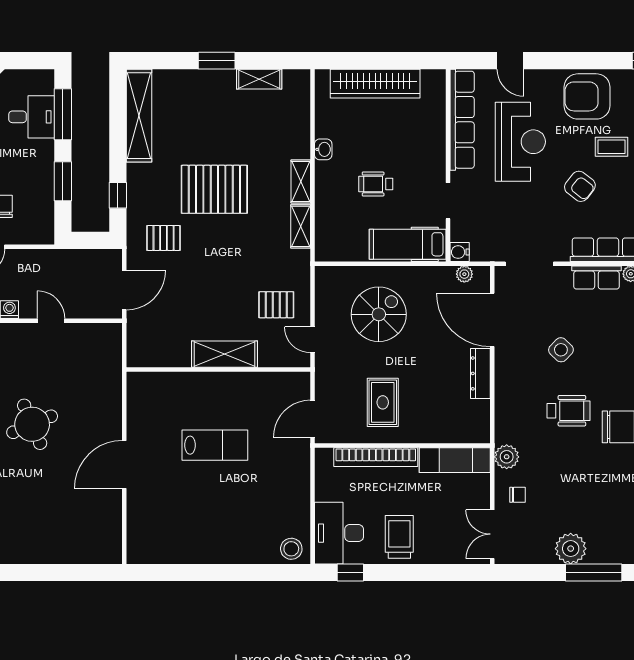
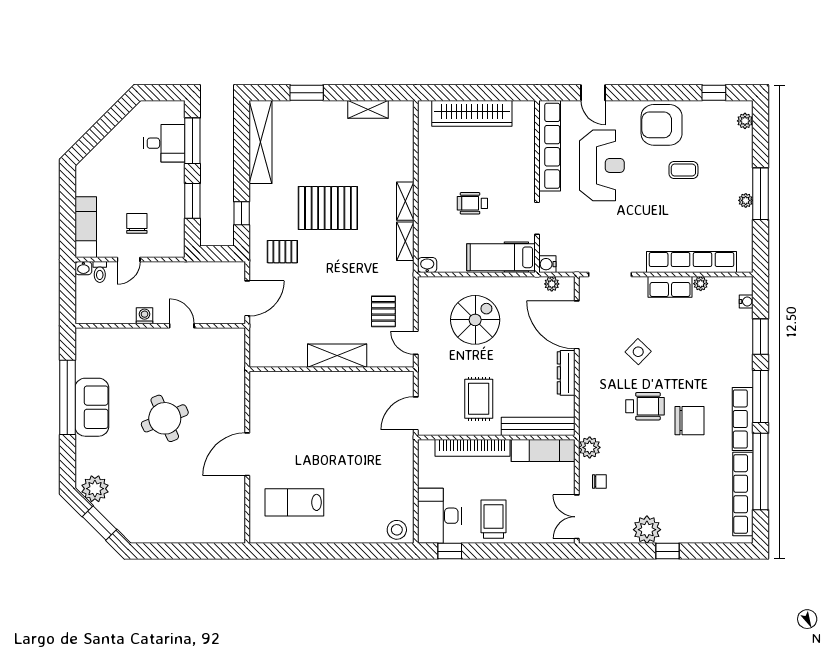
window: (217, 61) -> (307, 93), moved
washbasin: (323, 149) -> (427, 265), moved, turned -90
armchair: (580, 186) -> (655, 205), removed
pallet: (276, 305) -> (383, 311), turned 90
bench: (449, 433) -> (538, 426), added
lab bench: (215, 445) -> (294, 502), moved, turned 180
window: (594, 572) -> (668, 551), width x0.46

